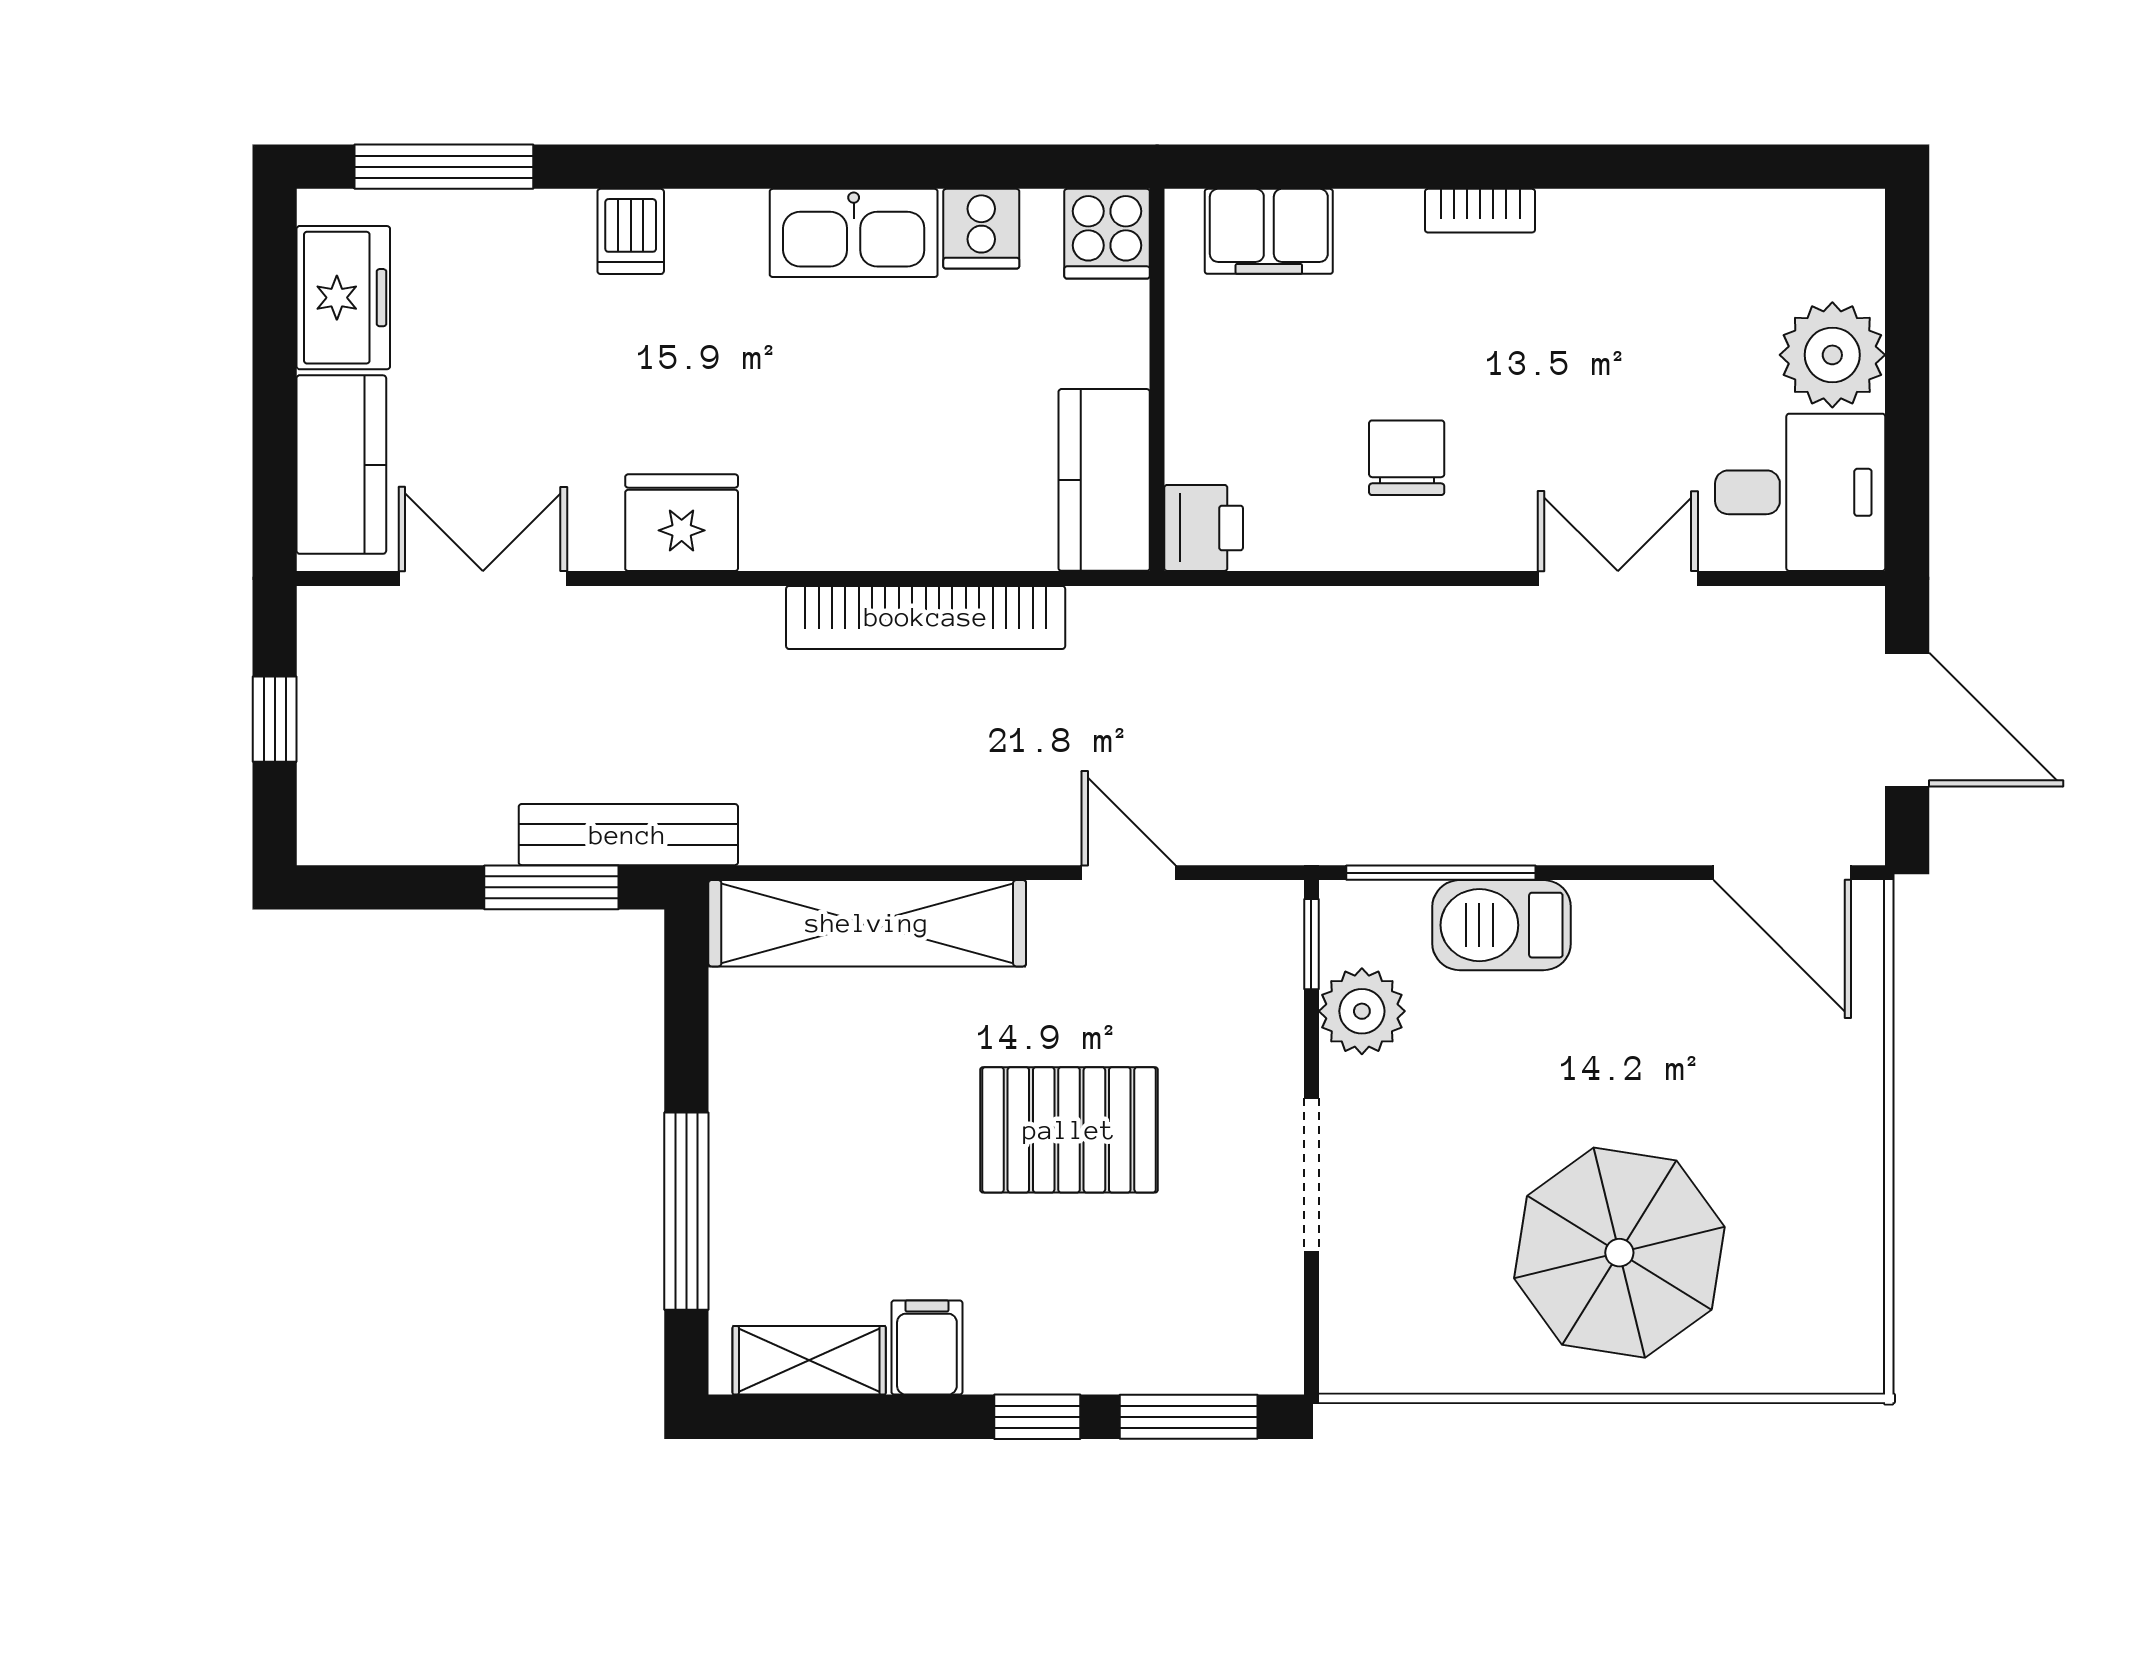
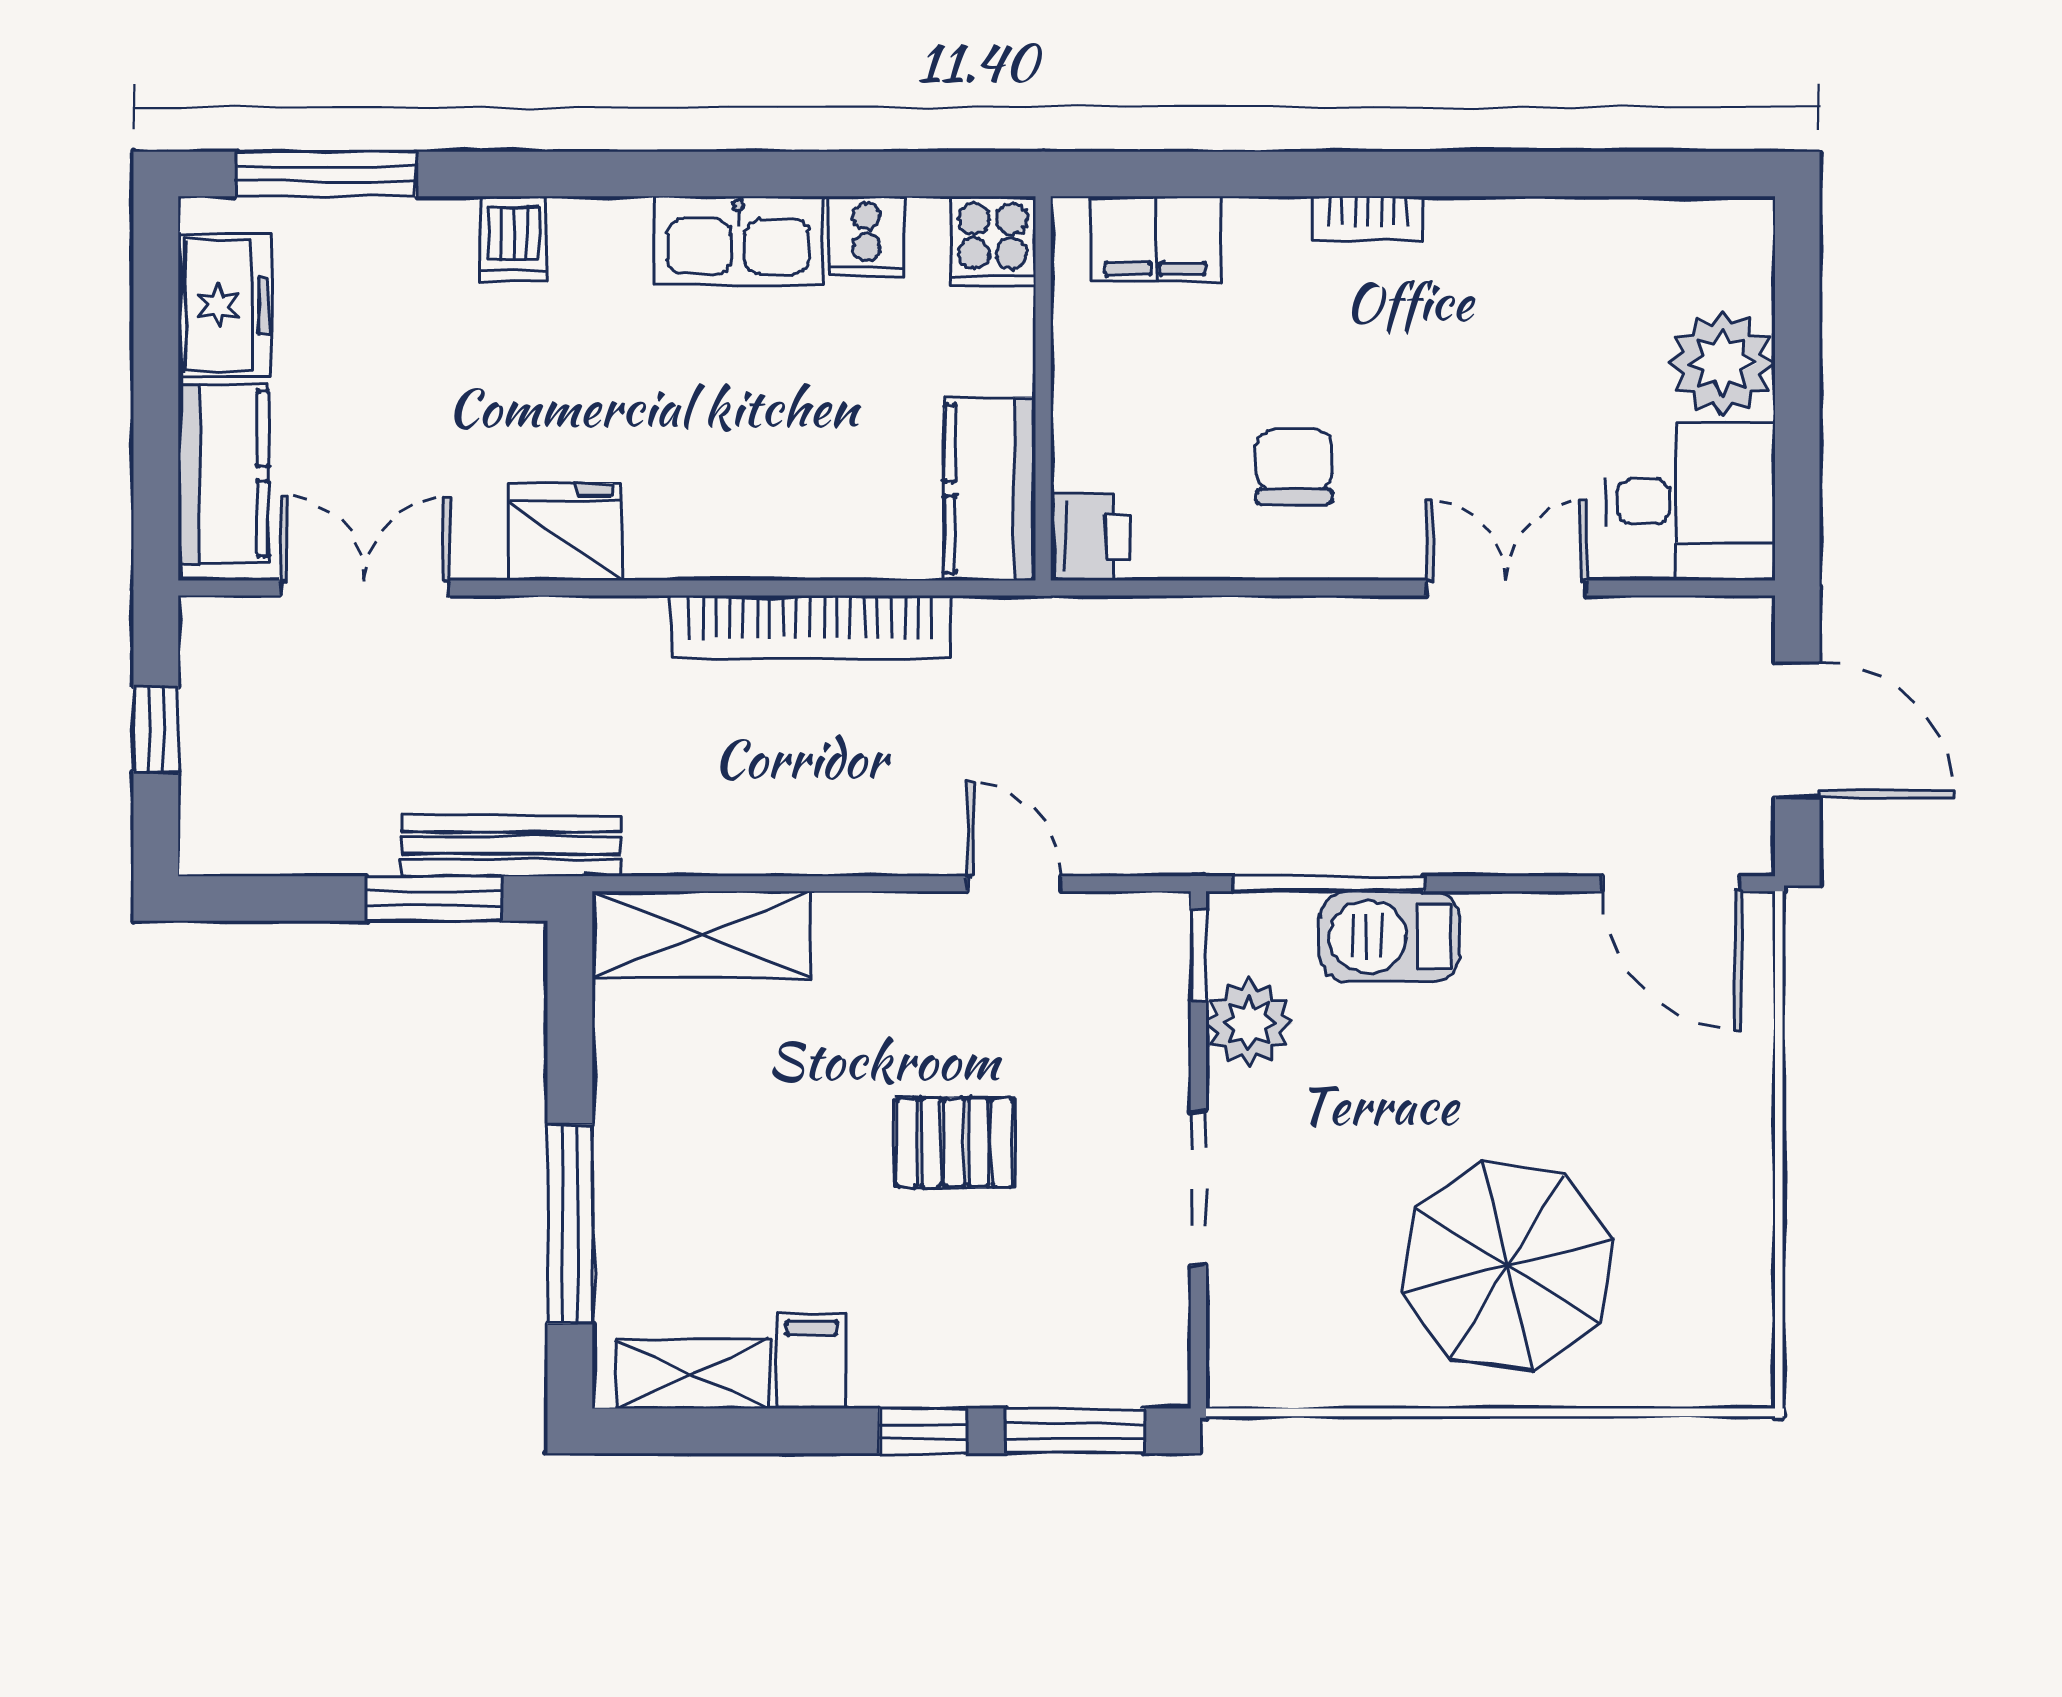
shelving: (867, 923) -> (701, 935), width x0.68
pallet: (1069, 1130) -> (955, 1142), width x0.67, depth x0.71

